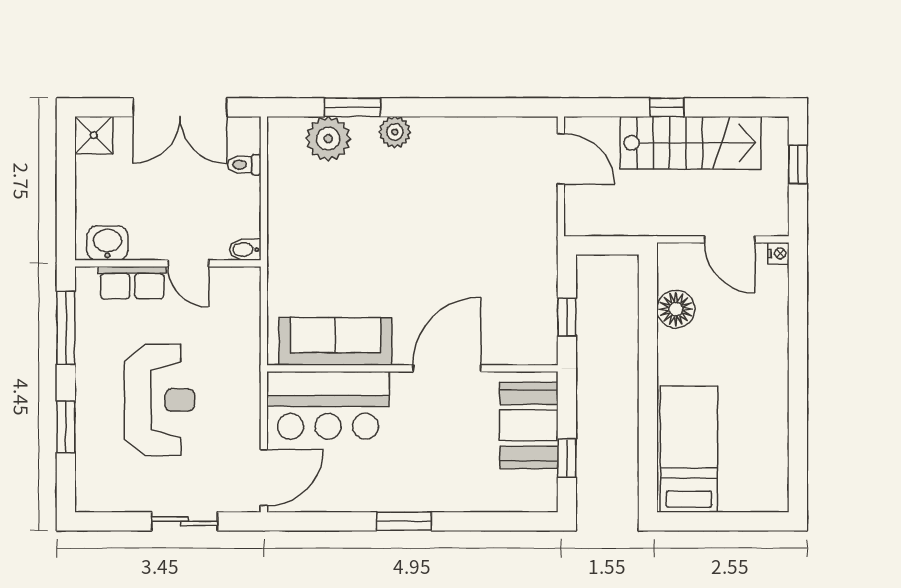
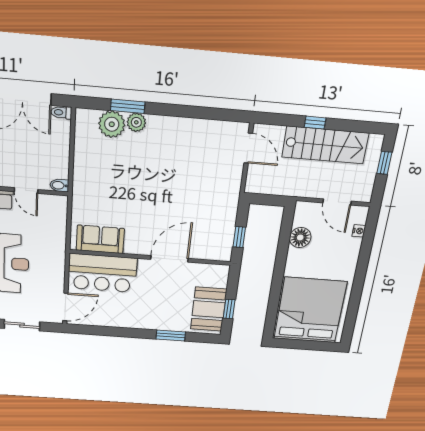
plant: (395, 132) -> (136, 122), moved
toilet: (244, 165) -> (61, 112), moved
nightstand: (778, 253) -> (359, 231), moved
sofa: (335, 341) -> (100, 239), width x0.73
booth: (529, 425) -> (209, 309), moved
bed: (689, 449) -> (310, 310), width x2.04
window: (404, 521) -> (171, 336), moved

